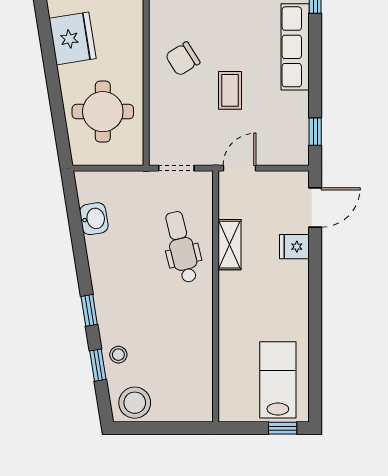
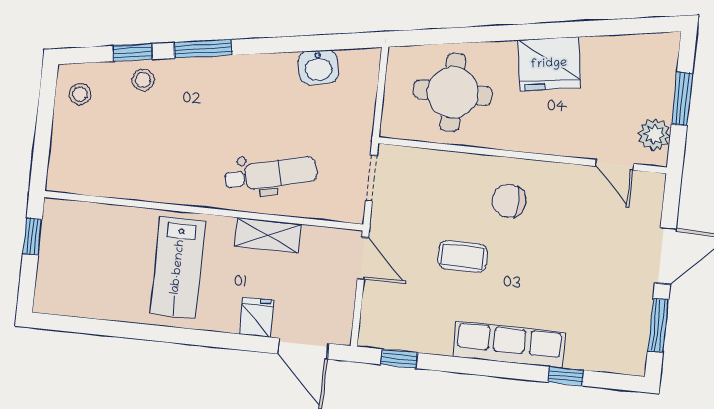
chair: (183, 59) -> (509, 201), turned -58
window: (89, 310) -> (203, 49), width x1.50
lab bench: (278, 380) -> (178, 267), moved, turned 90
stool: (135, 403) -> (80, 94), width x0.53, depth x0.53
window: (283, 428) -> (32, 237), moved

